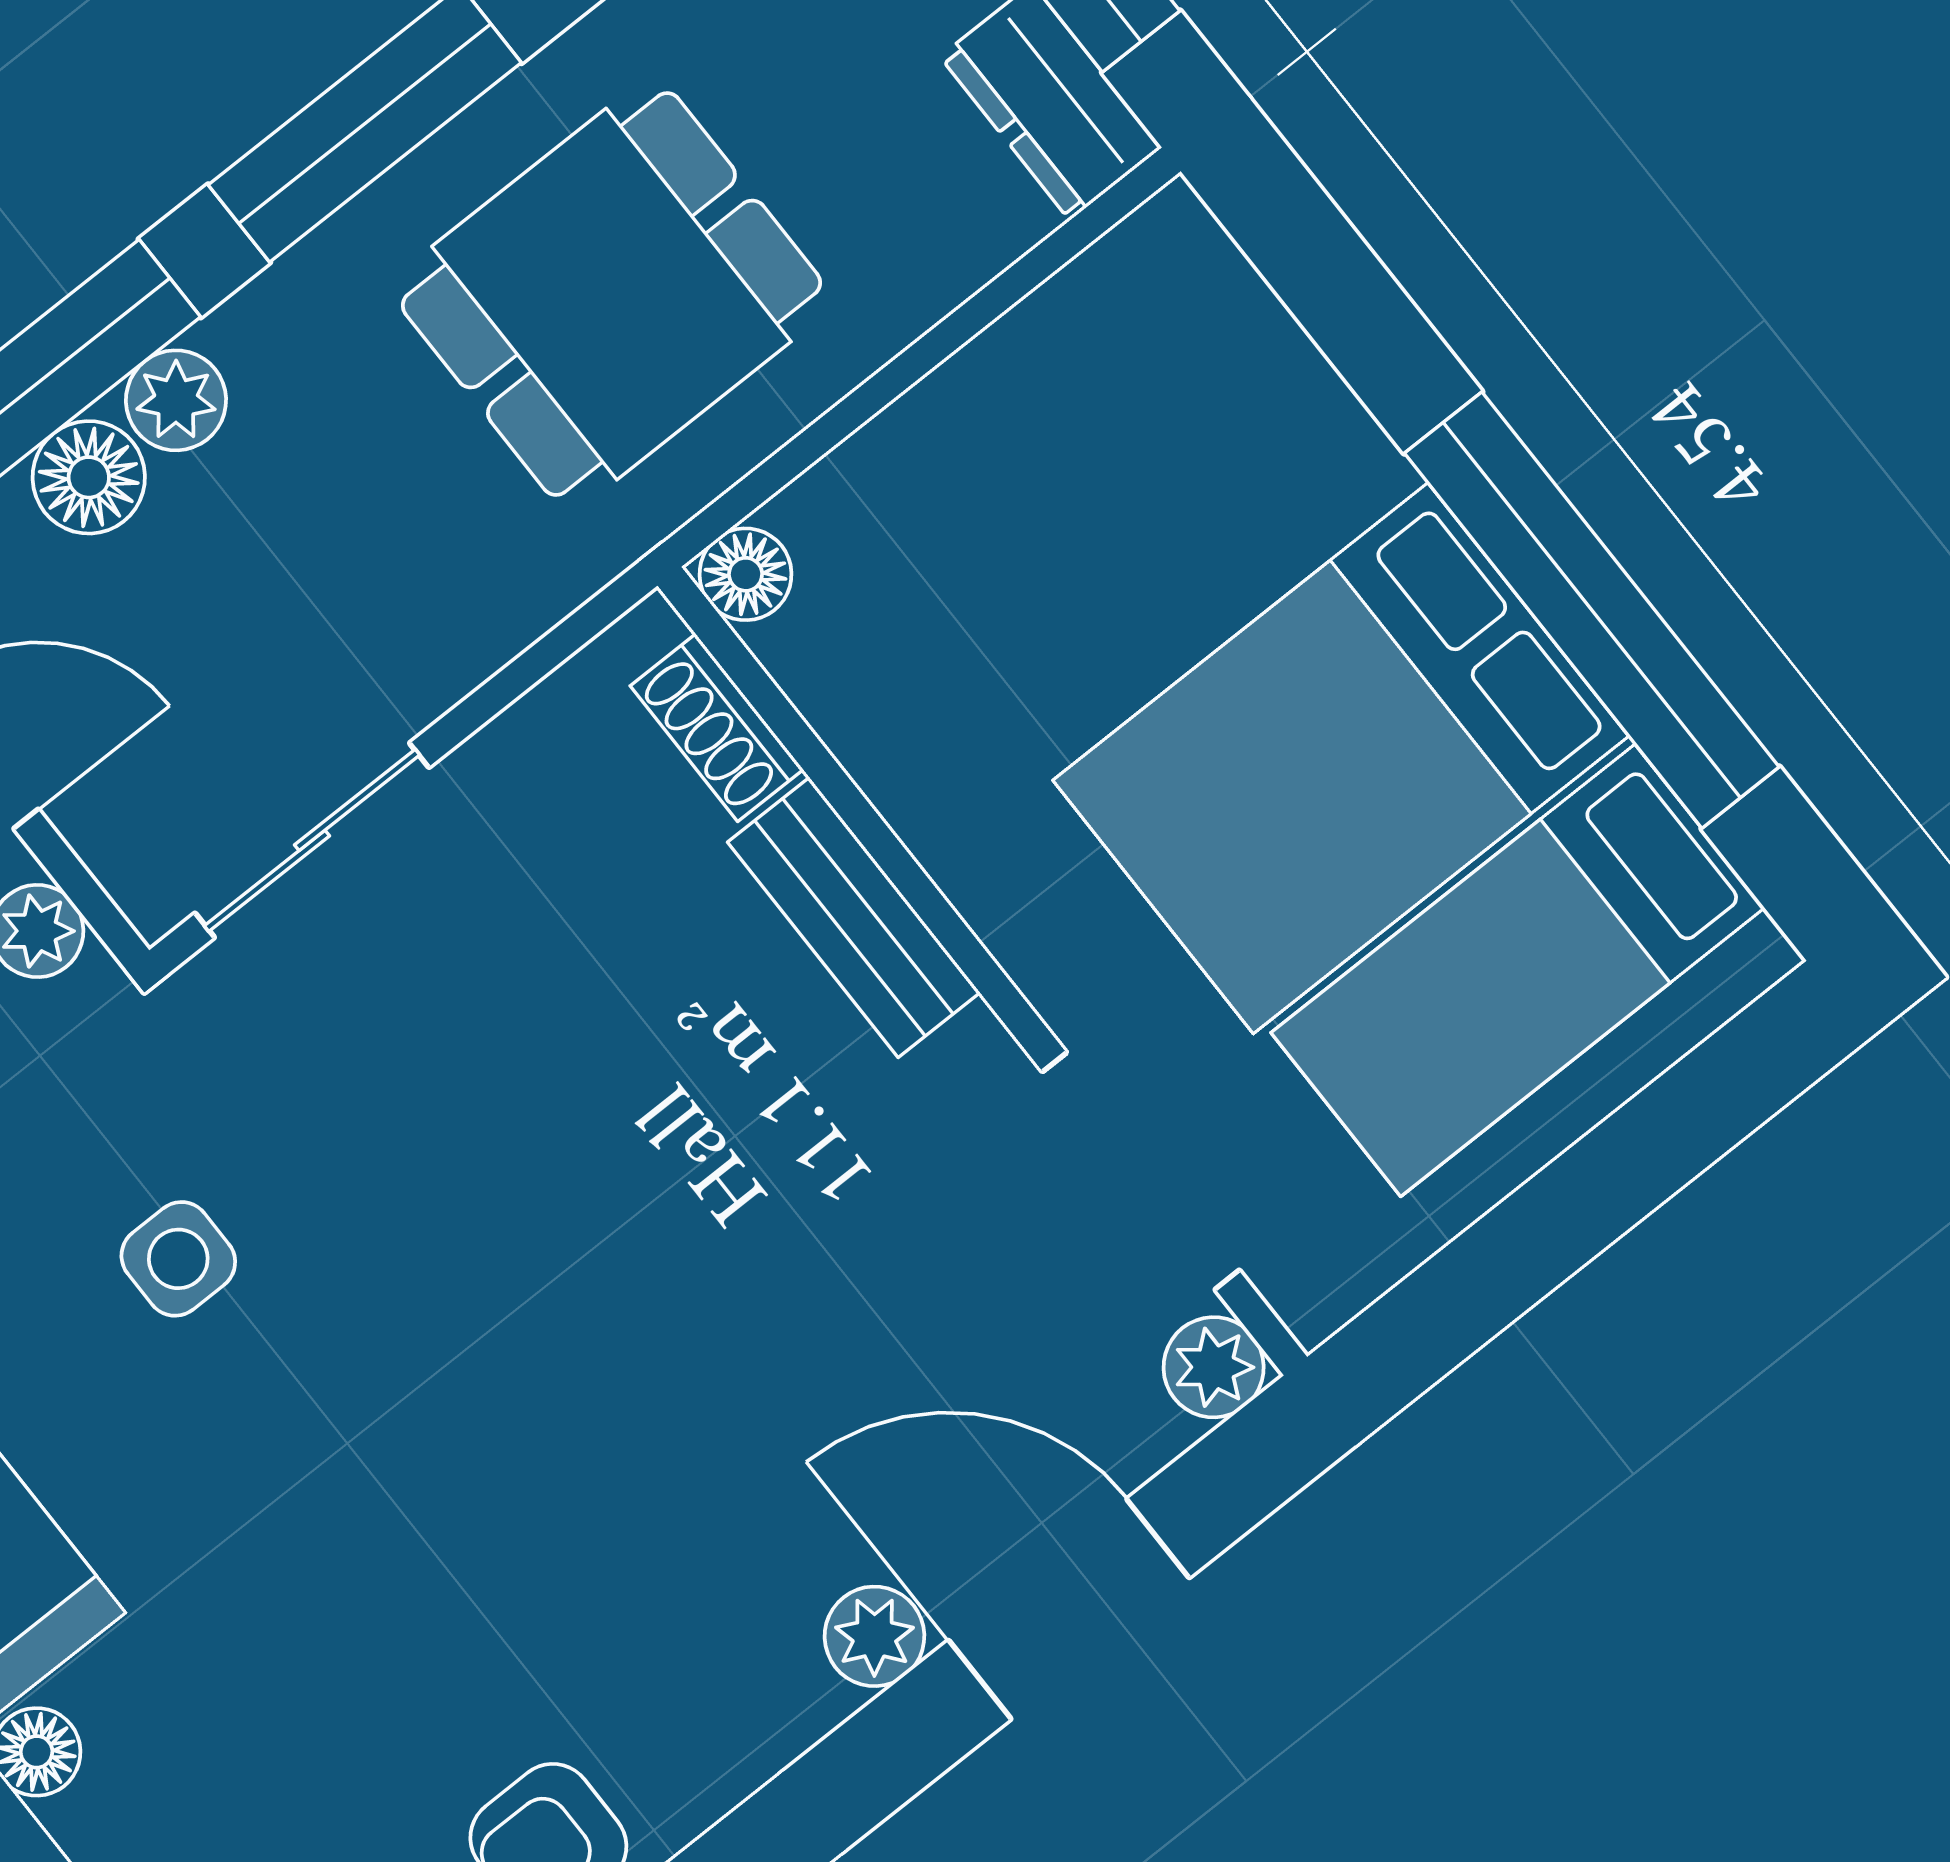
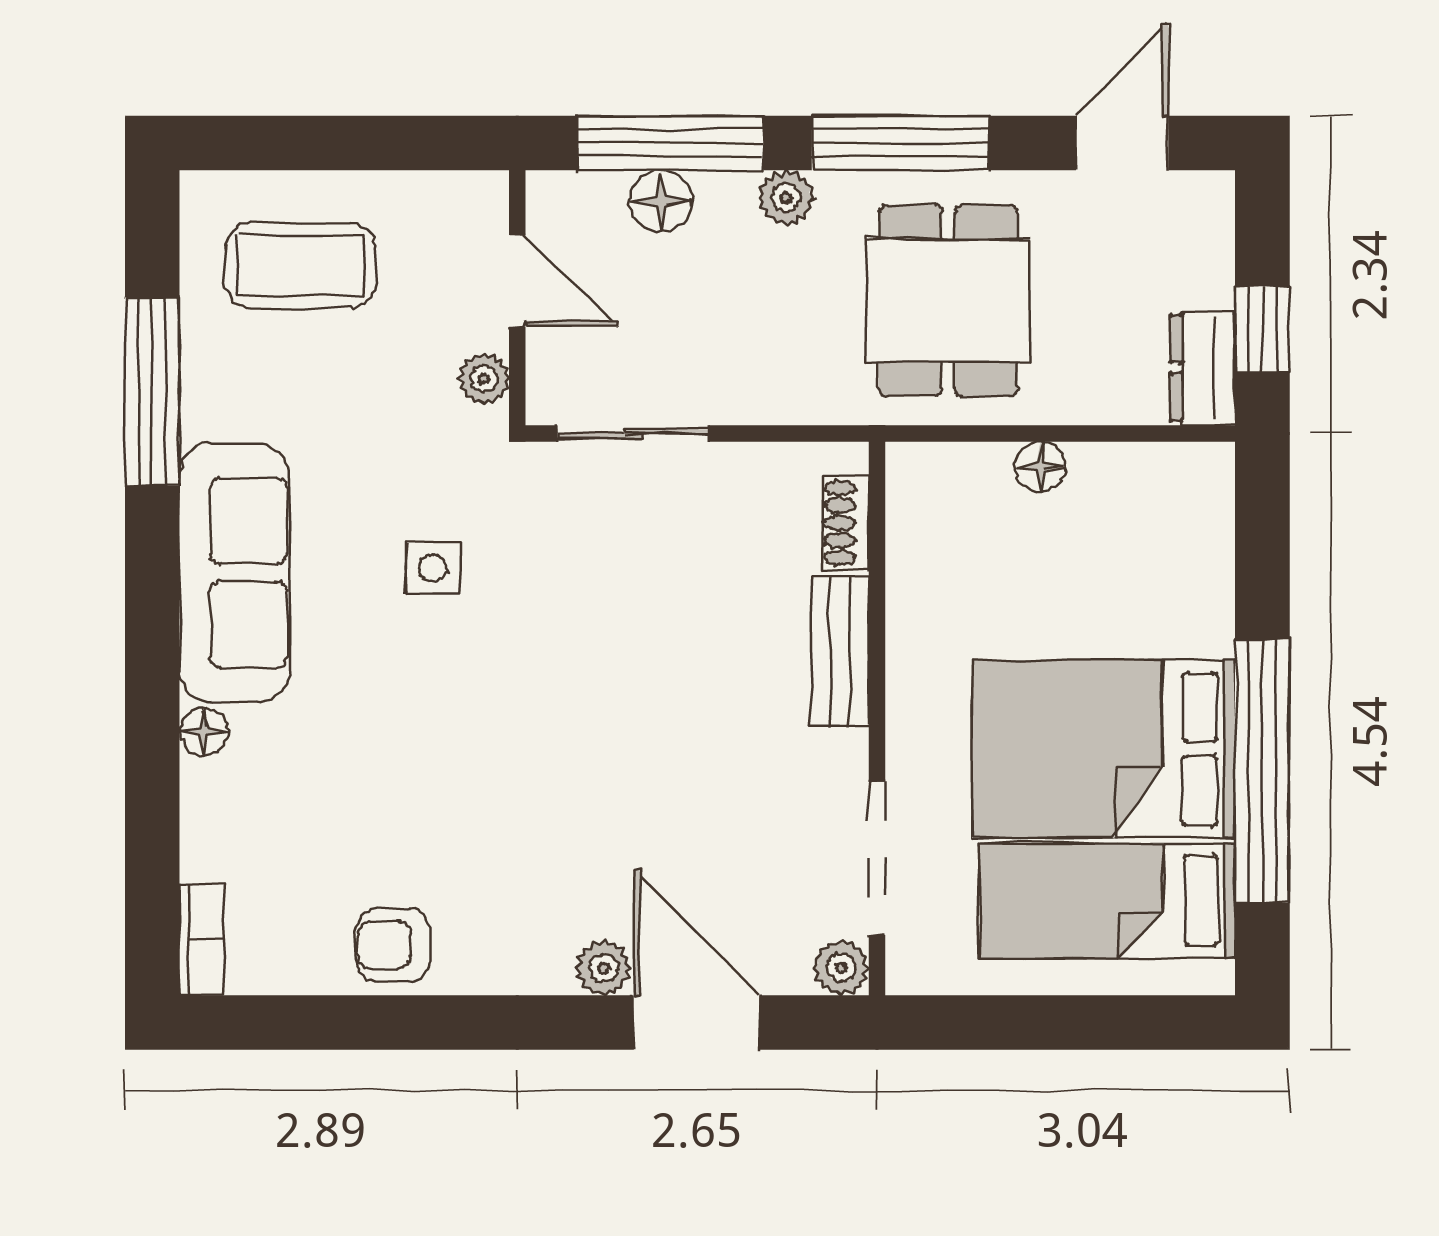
dining table: (611, 294) -> (948, 300), turned 90
plant: (176, 400) -> (786, 198), moved
floor lamp: (746, 574) -> (1040, 467), moved

